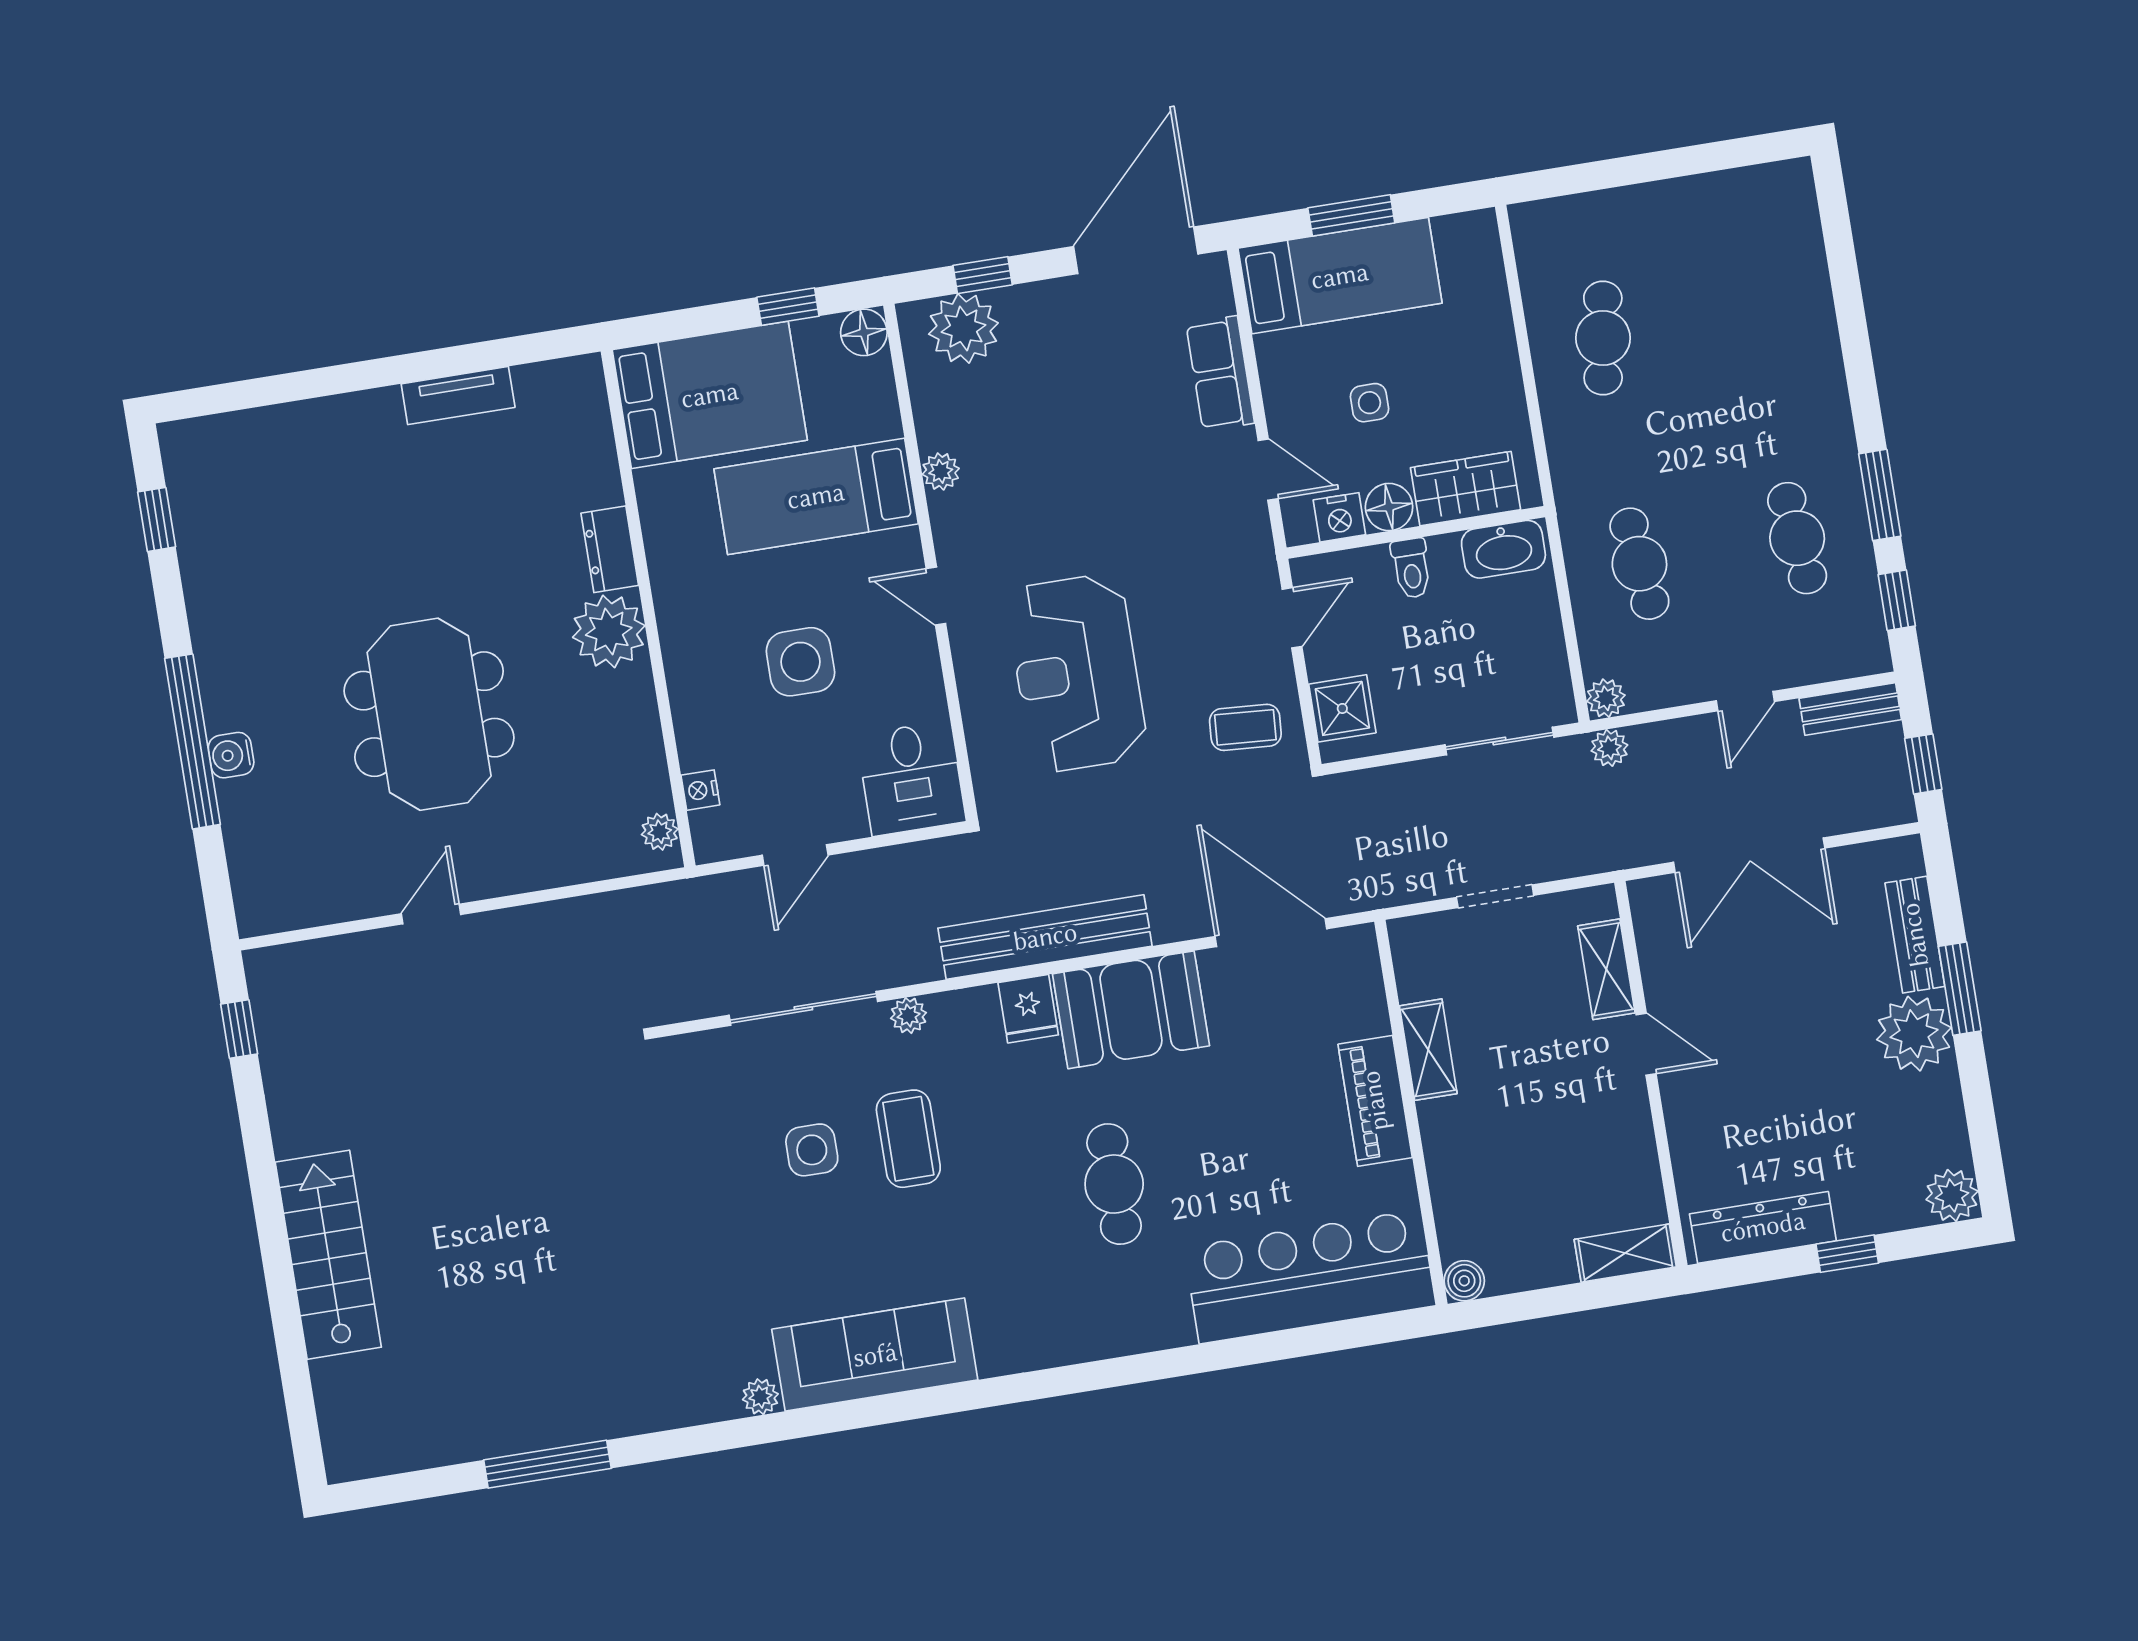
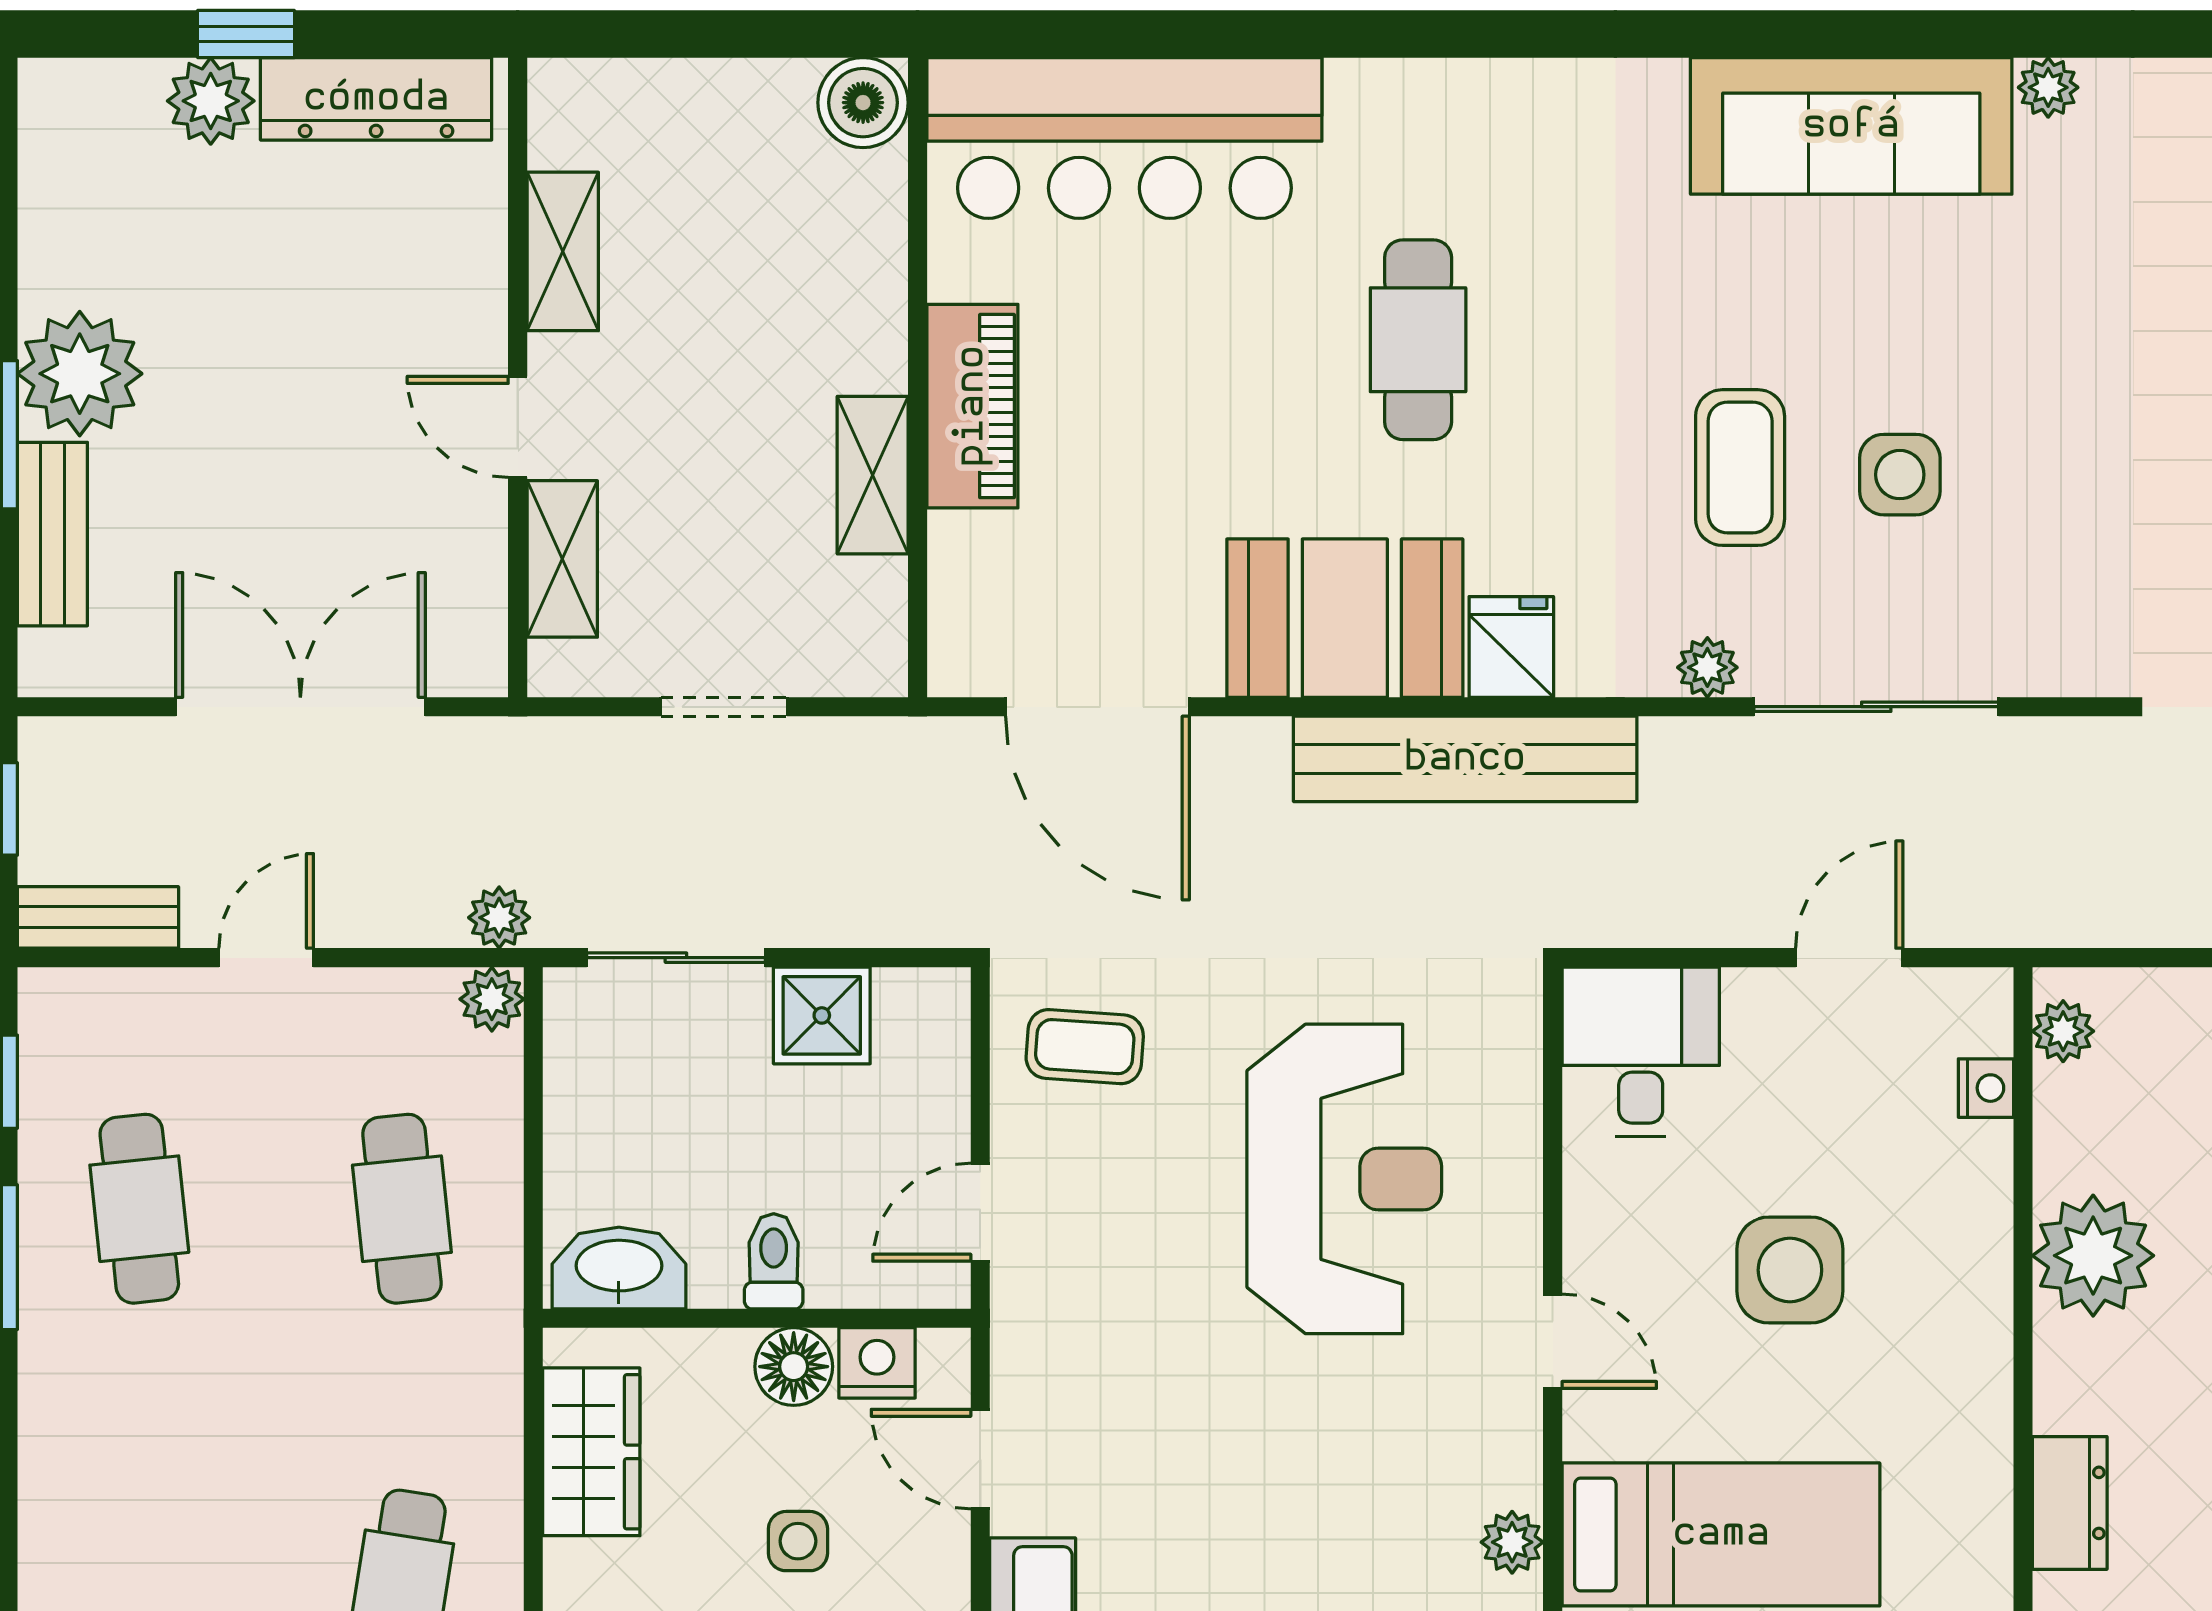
wardrobe: (1465, 489) -> (591, 1452), moved, turned -90
plant: (609, 631) -> (2093, 1256), moved
shower: (1342, 708) -> (822, 1015), moved
plant: (1952, 1195) -> (211, 101), moved
shelving: (1625, 1253) -> (563, 251), moved, turned 90
boiler: (1464, 1281) -> (863, 103), width x1.36, depth x1.36

